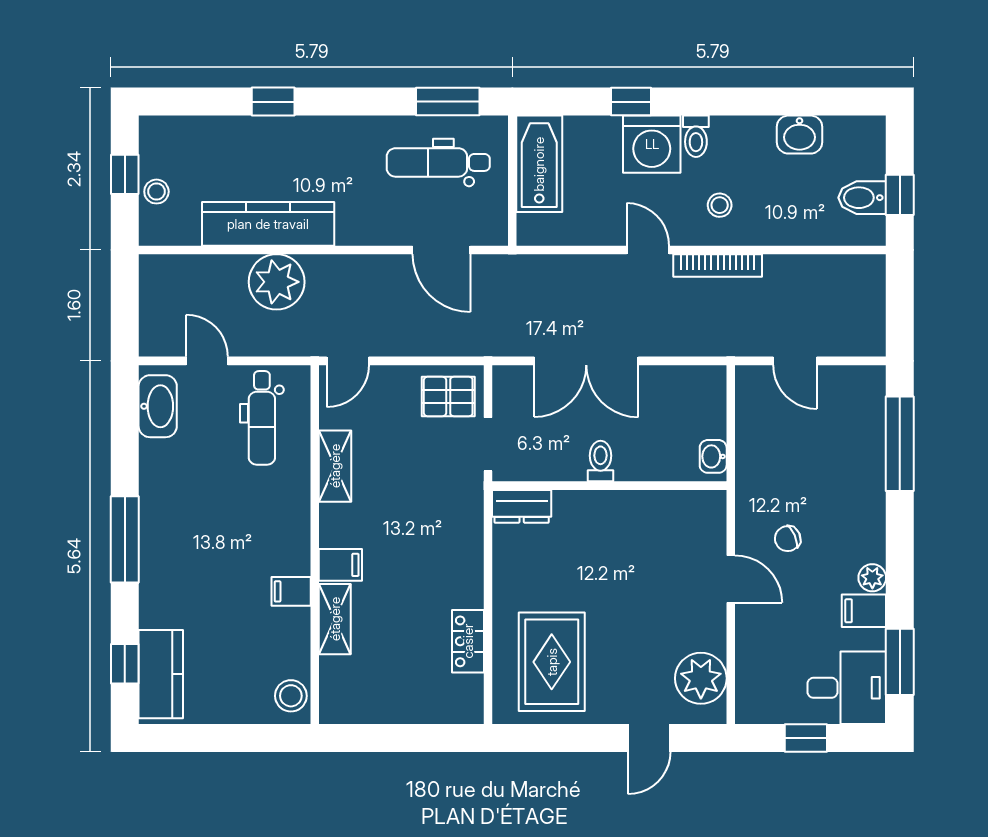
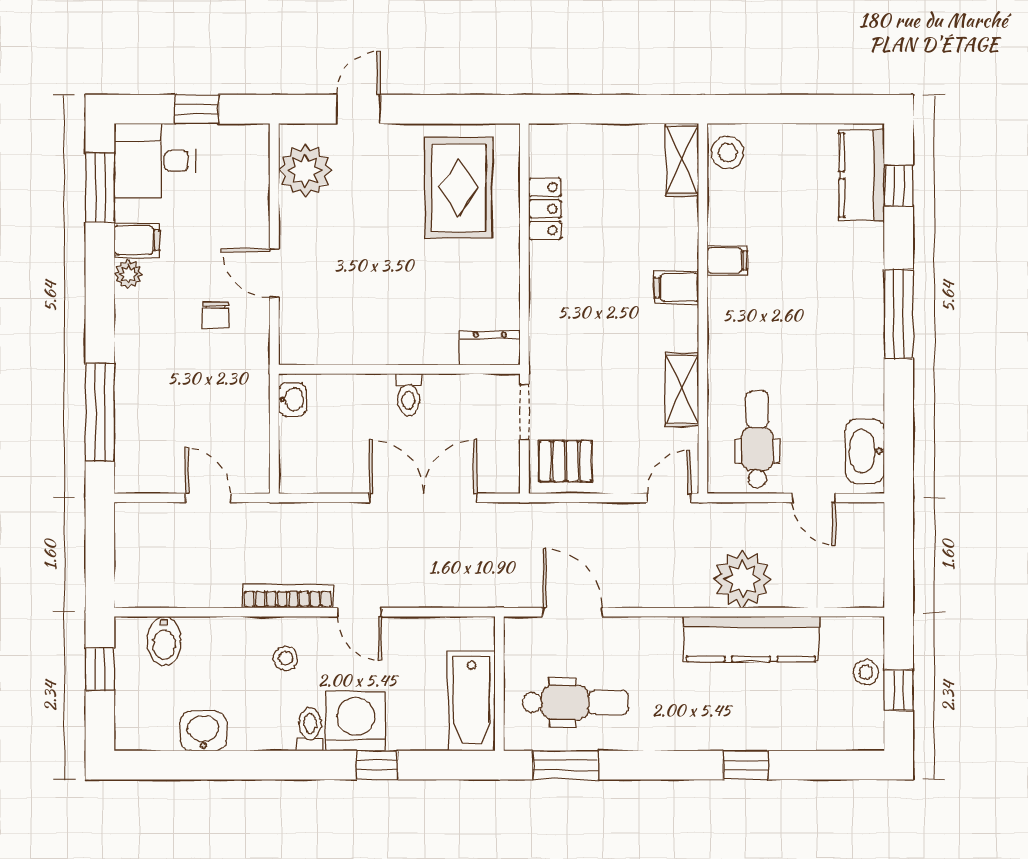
bidet: (862, 198) -> (164, 641), moved, turned 90
chair: (788, 539) -> (216, 315), turned 114
shelving: (335, 619) -> (682, 160), moved

